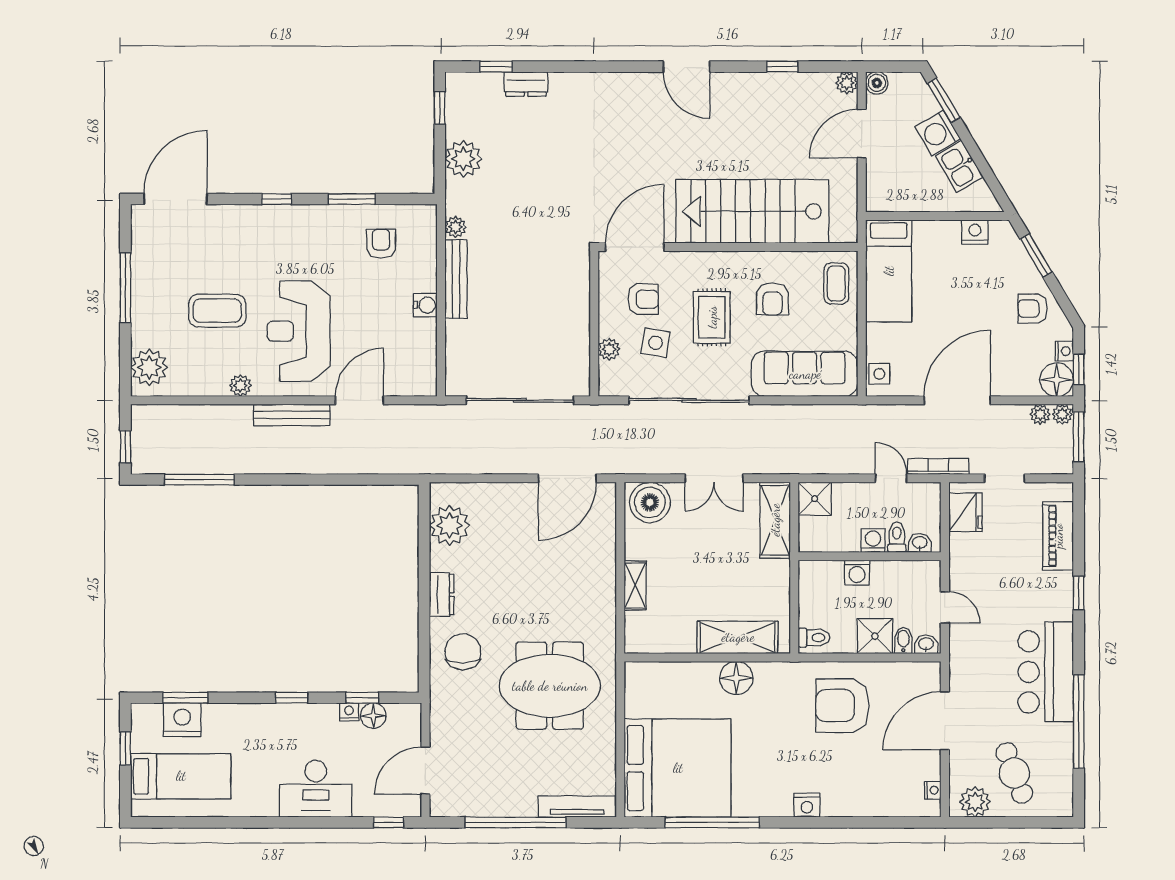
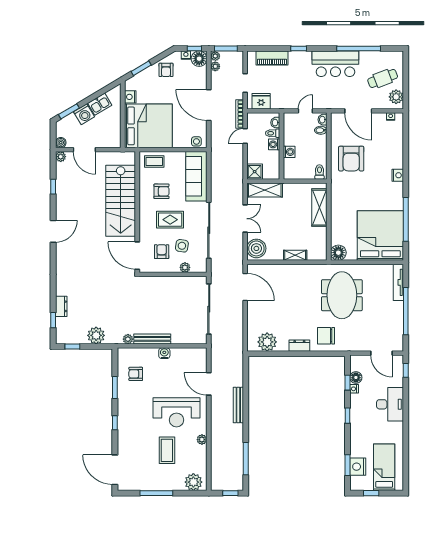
bed: (889, 271) -> (148, 126), width x2.04
bench: (292, 415) -> (238, 405), moved
shower: (875, 636) -> (319, 143), removed
floor lamp: (736, 678) -> (338, 253), moved

